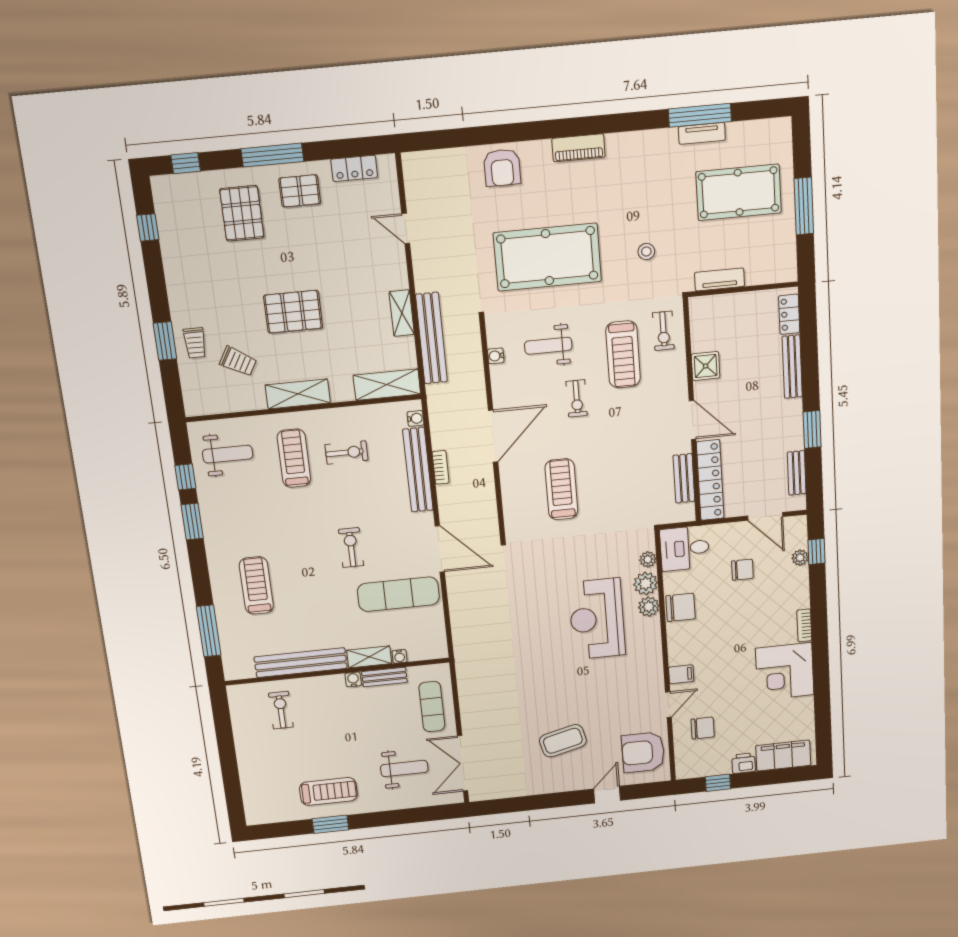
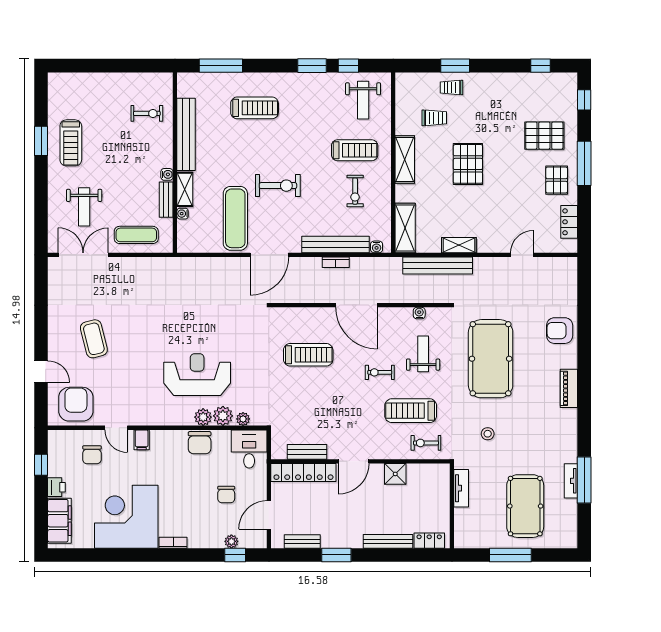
trolley: (238, 361) -> (434, 118), turned -120
exercise bike: (351, 548) -> (278, 186), width x1.38, depth x1.39
corner desk: (785, 671) -> (126, 517), width x1.36, depth x1.36

